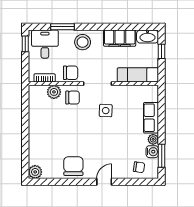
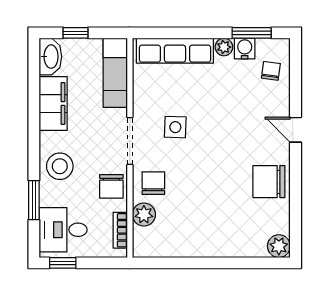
chair: (71, 73) -> (111, 186), turned 180
row of seats: (151, 118) -> (175, 51), width x1.48

